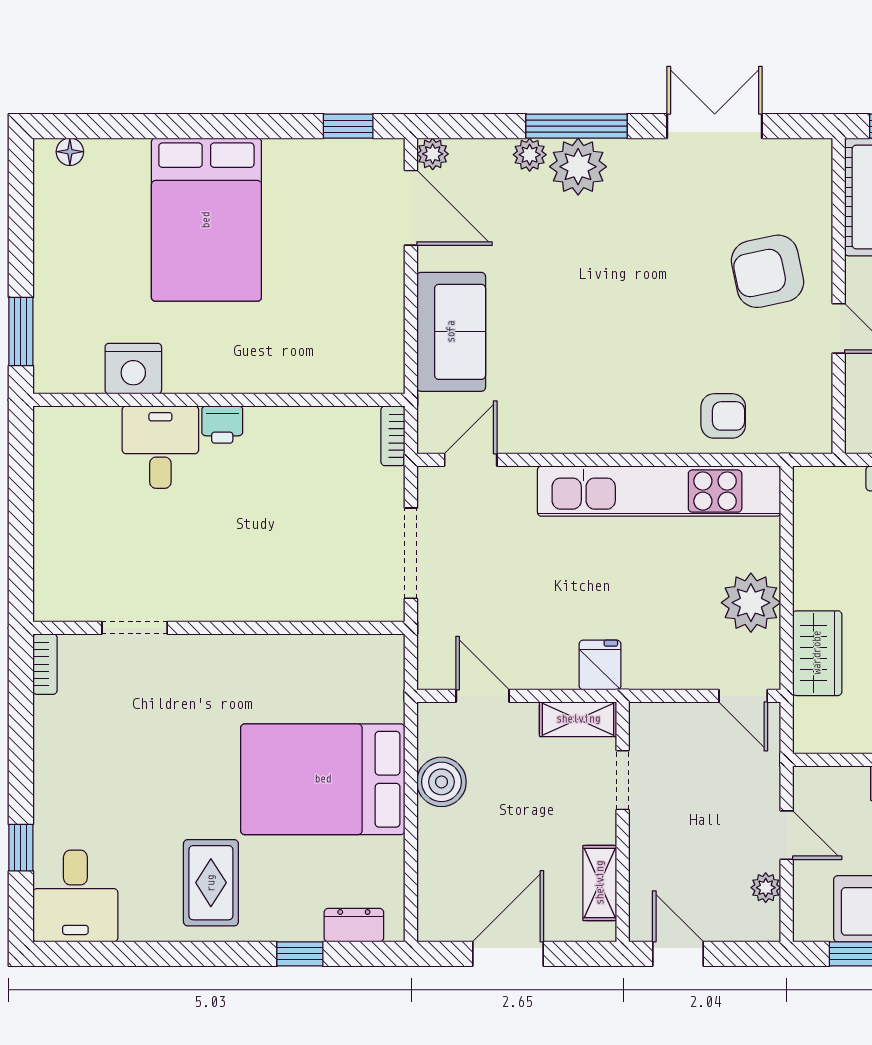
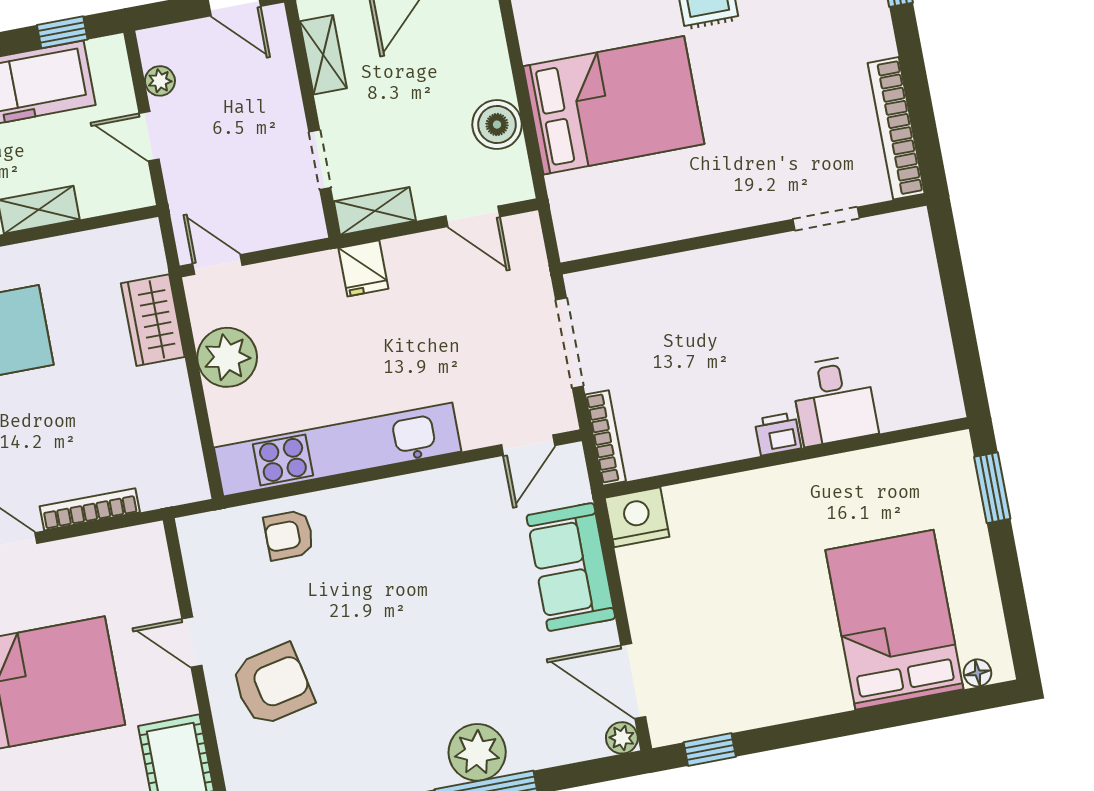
plant: (530, 155) -> (527, 755), removed
bed: (206, 220) -> (894, 620), moved
nightstand: (133, 369) -> (637, 517), moved
bookcase: (393, 436) -> (606, 438), width x1.56
bookcase: (45, 664) -> (896, 128), width x2.31, depth x1.31

